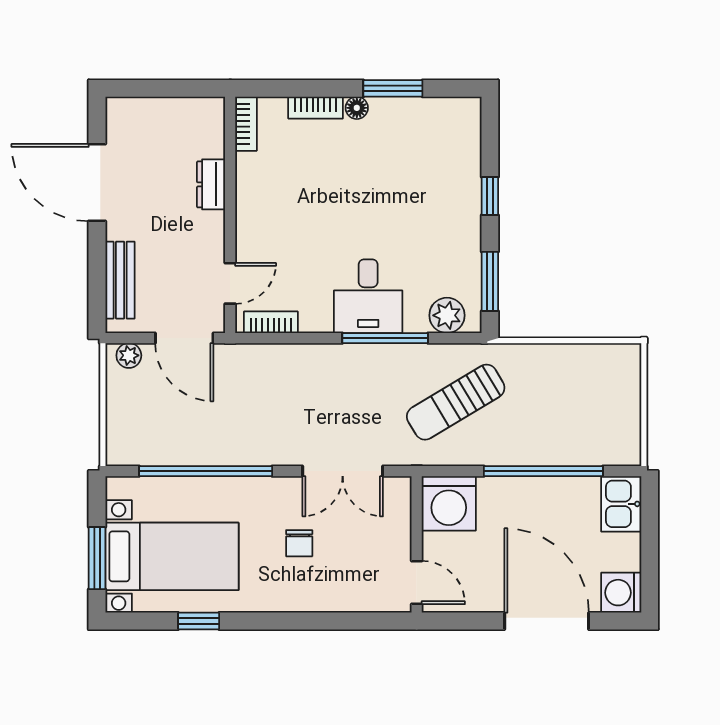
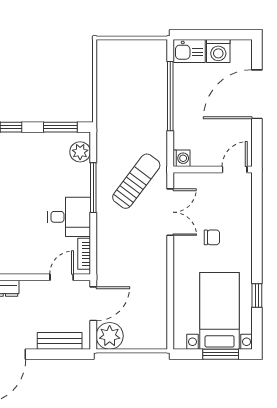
door: (230, 283) -> (62, 277), hinge flipped
desk: (368, 296) -> (69, 217), moved
plant: (129, 355) -> (110, 336), width x1.87, depth x1.87
sun lounger: (456, 402) -> (136, 181), moved, turned -112
window: (206, 471) -> (170, 291), removed
washing machine: (449, 503) -> (181, 158), width x0.53, depth x0.53
washing machine: (621, 593) -> (218, 51), moved

